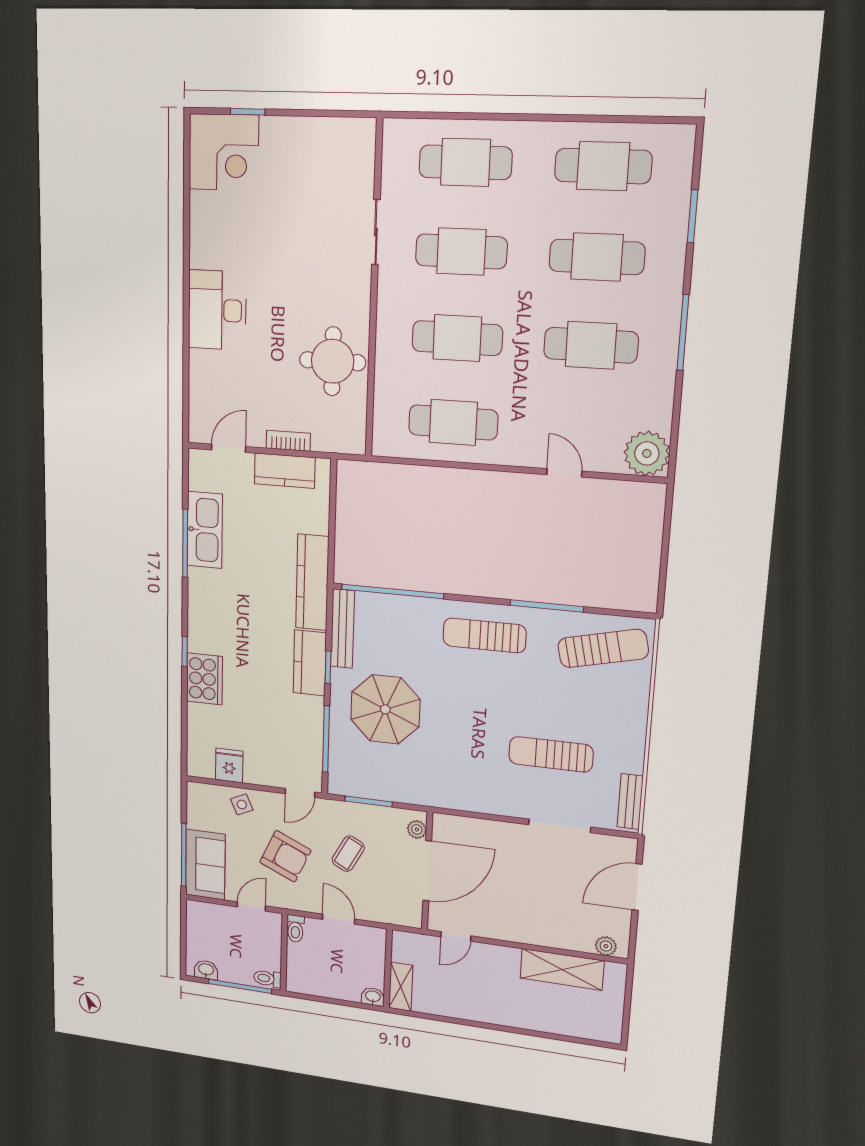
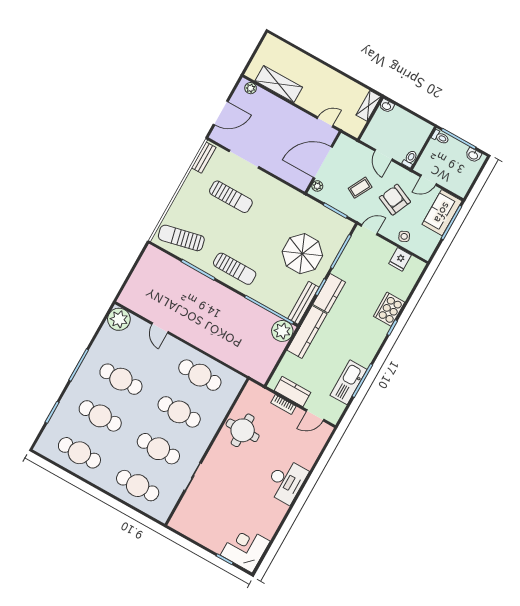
plant: (353, 566) -> (282, 331), added

